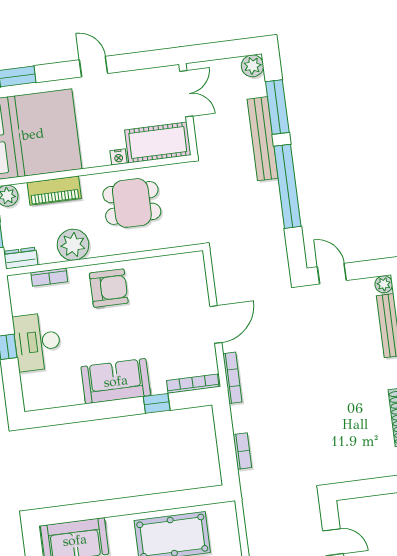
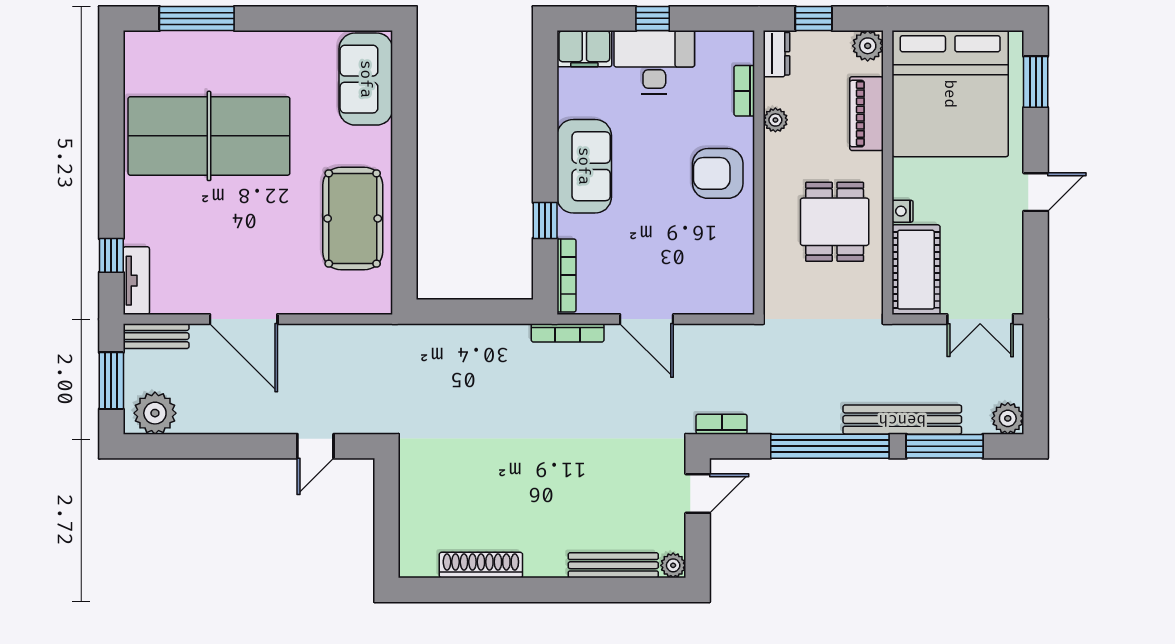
plant: (73, 245) -> (775, 120), width x0.53, depth x0.53
armchair: (109, 288) -> (718, 173), turned 90
filing cabinet: (34, 391) -> (584, 49), added
bookcase: (242, 451) -> (722, 424), moved, turned 180

